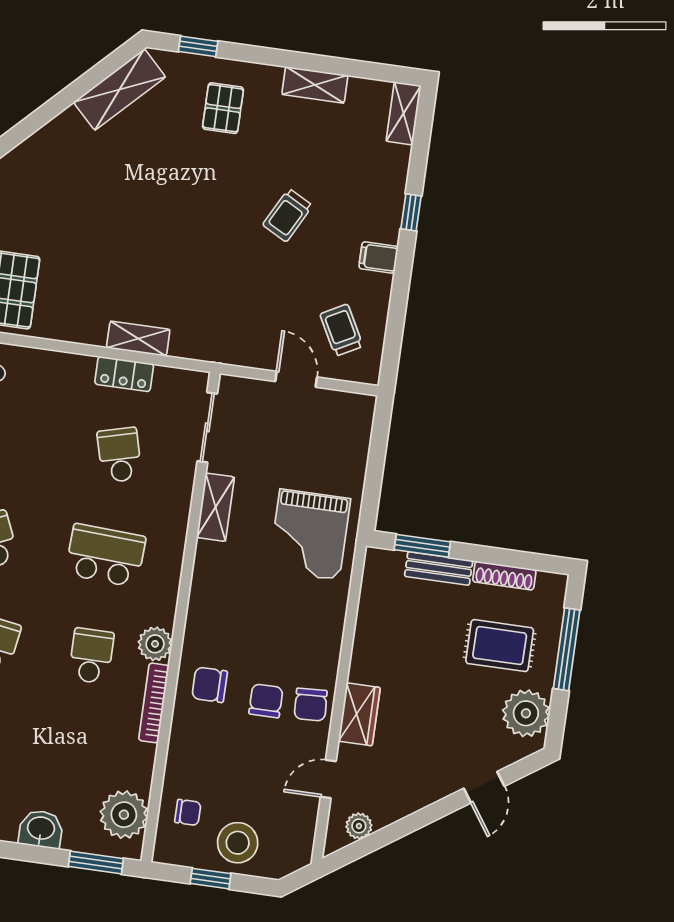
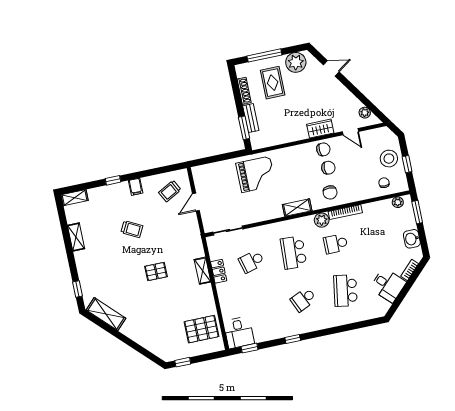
pallet: (223, 108) -> (156, 271), moved
shelving: (216, 507) -> (297, 208), moved
chair: (266, 701) -> (328, 168), turned 180
plant: (124, 815) -> (398, 202), width x0.53, depth x0.53

